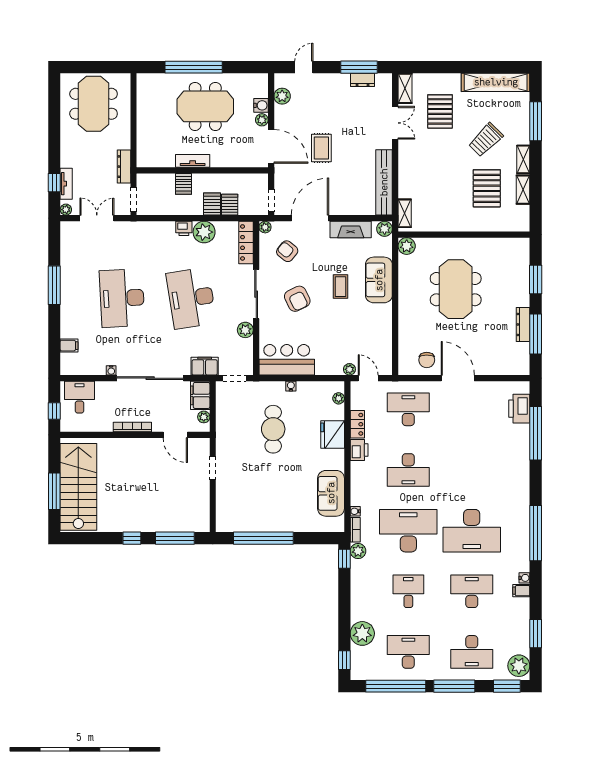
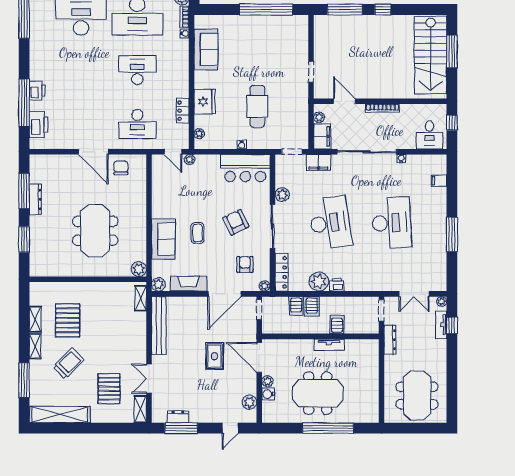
armchair: (287, 251) -> (245, 264), turned -129
printer: (359, 450) -> (37, 91), moved, turned 180

